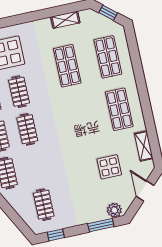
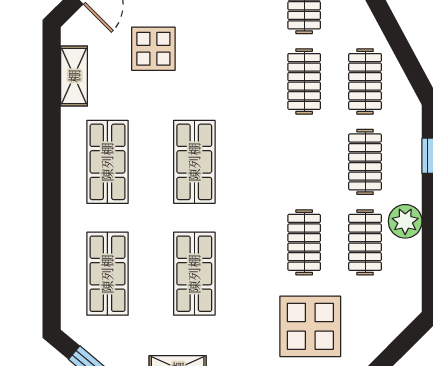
shop shelf: (79, 118) -> (194, 162), added
clothes rail: (27, 129) -> (304, 81), moved

